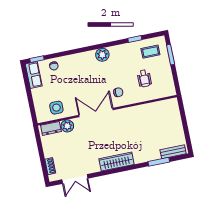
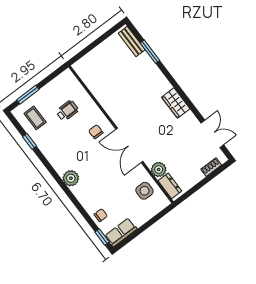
plant: (102, 55) -> (71, 178), moved
wardrobe: (117, 162) -> (176, 103), width x0.67

